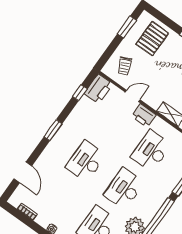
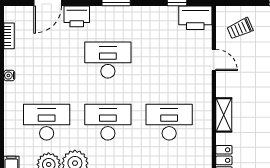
printer: (144, 116) -> (77, 16), moved, turned -90

